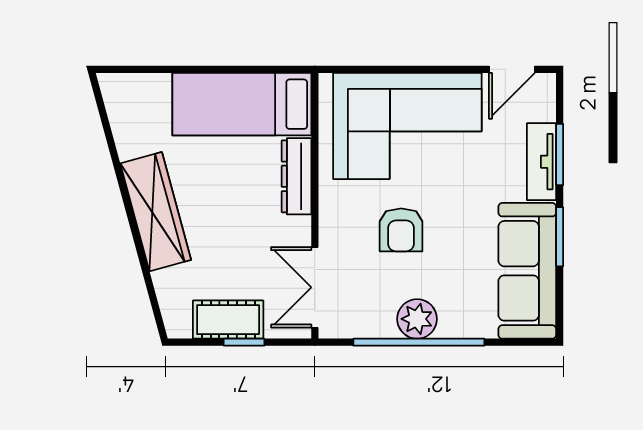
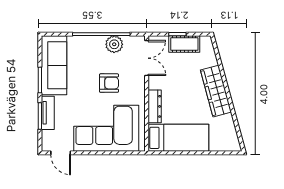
door: (512, 69) -> (61, 153), swing flipped
armchair: (401, 230) -> (109, 83), turned 90
plant: (417, 319) -> (114, 44), moved

